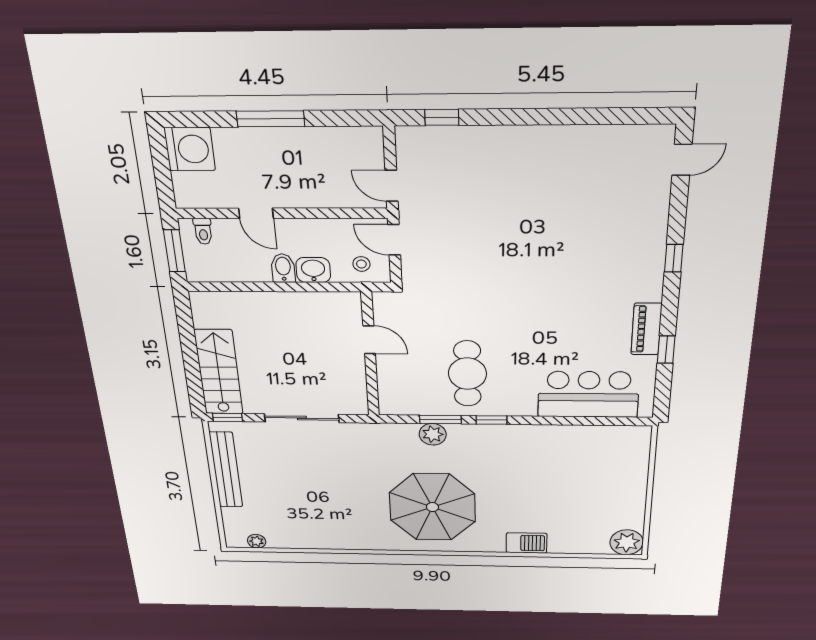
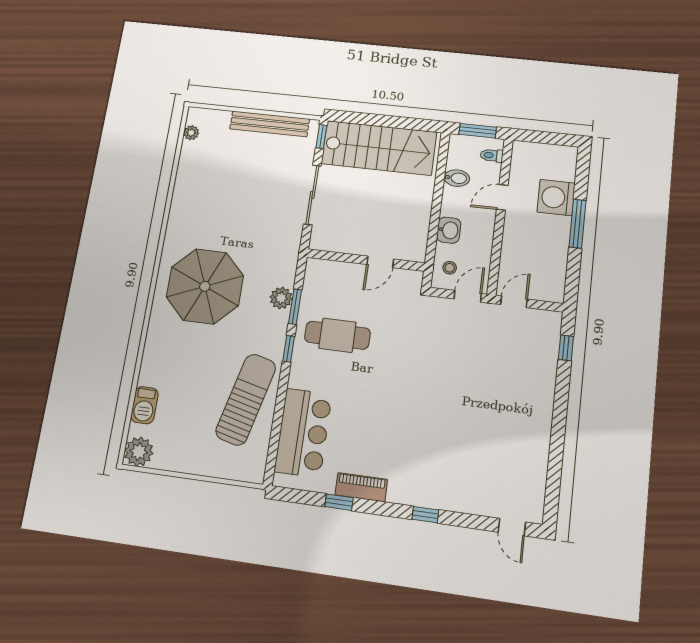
washing machine: (190, 149) -> (556, 198), moved, turned 90
bidet: (283, 268) -> (457, 178), moved
stairs: (219, 372) -> (379, 148), width x1.36, depth x1.51
sun lounger: (557, 454) -> (246, 399), added
barbecue: (527, 543) -> (144, 405), moved

